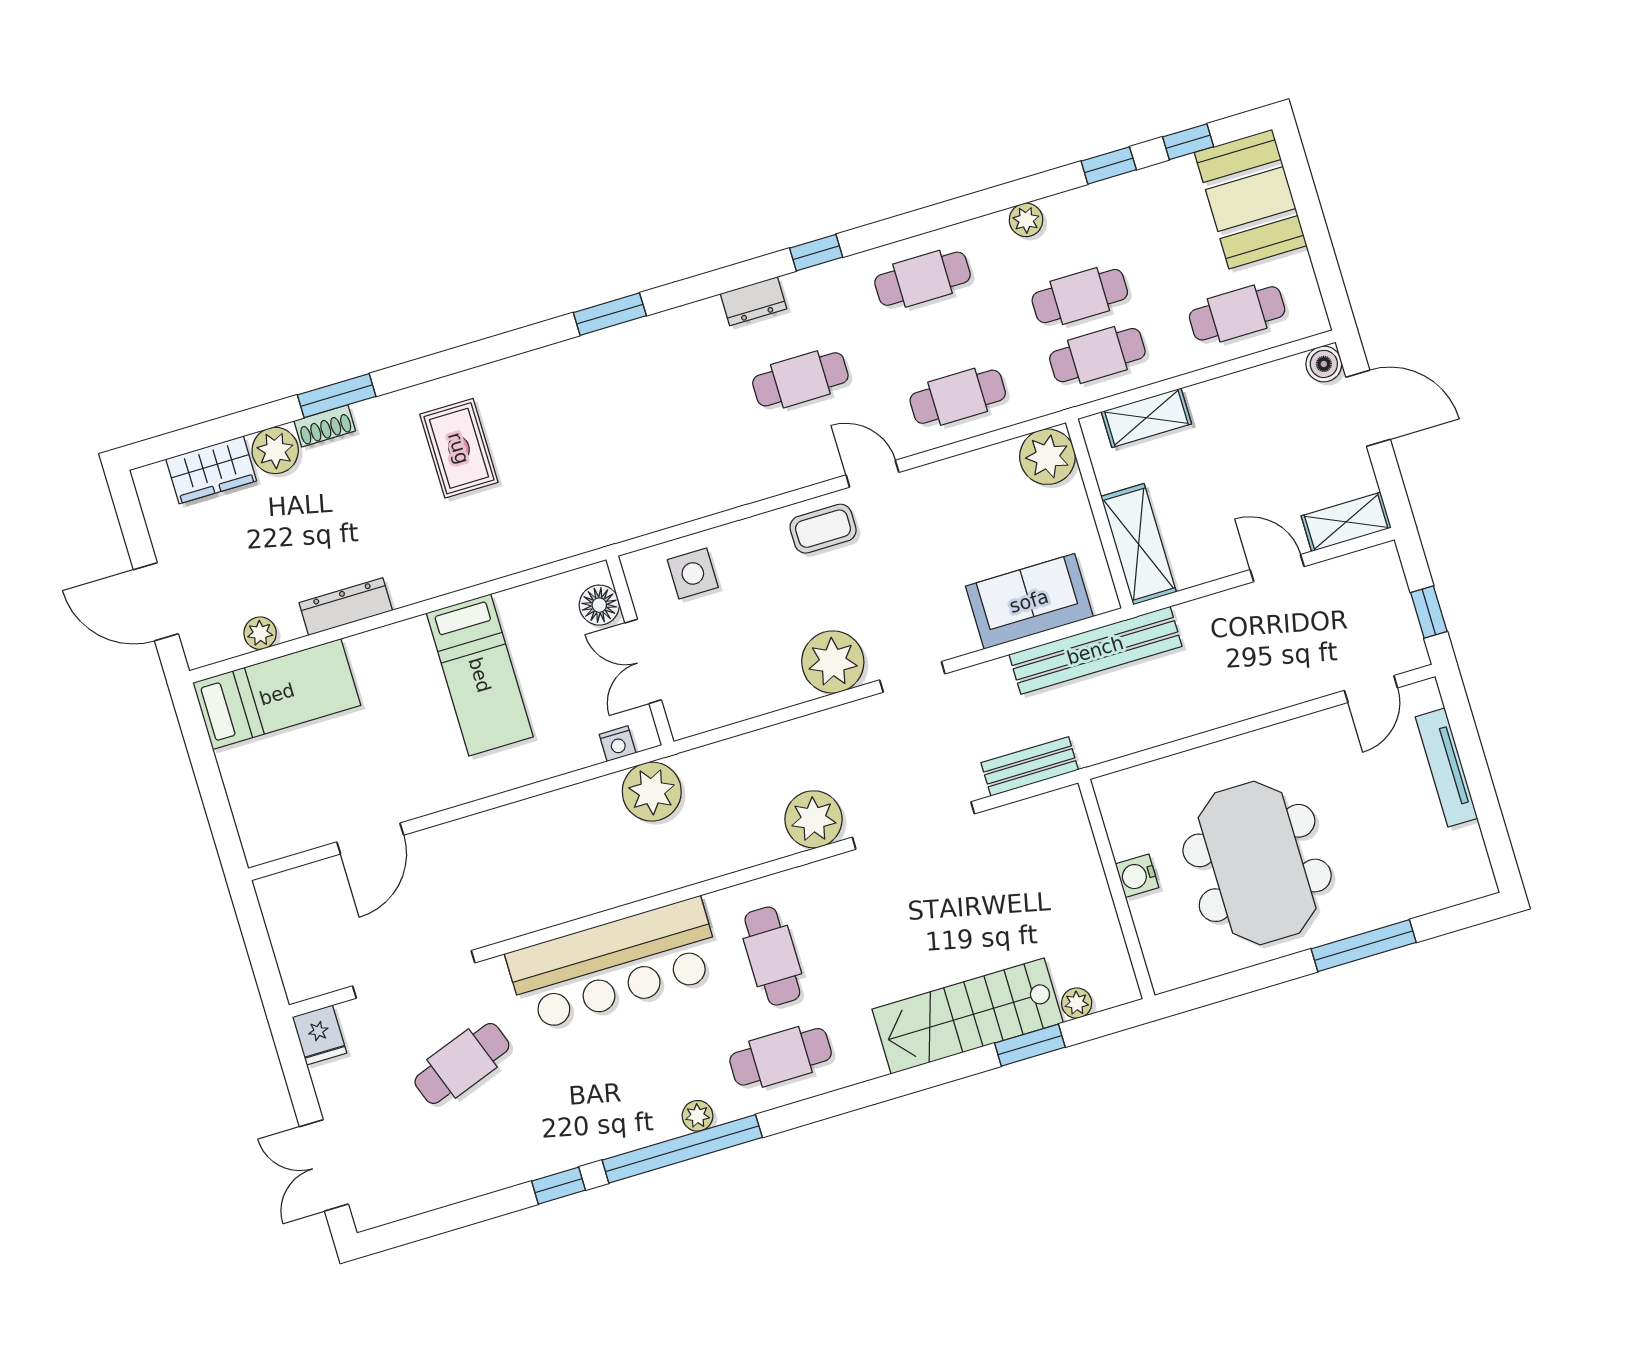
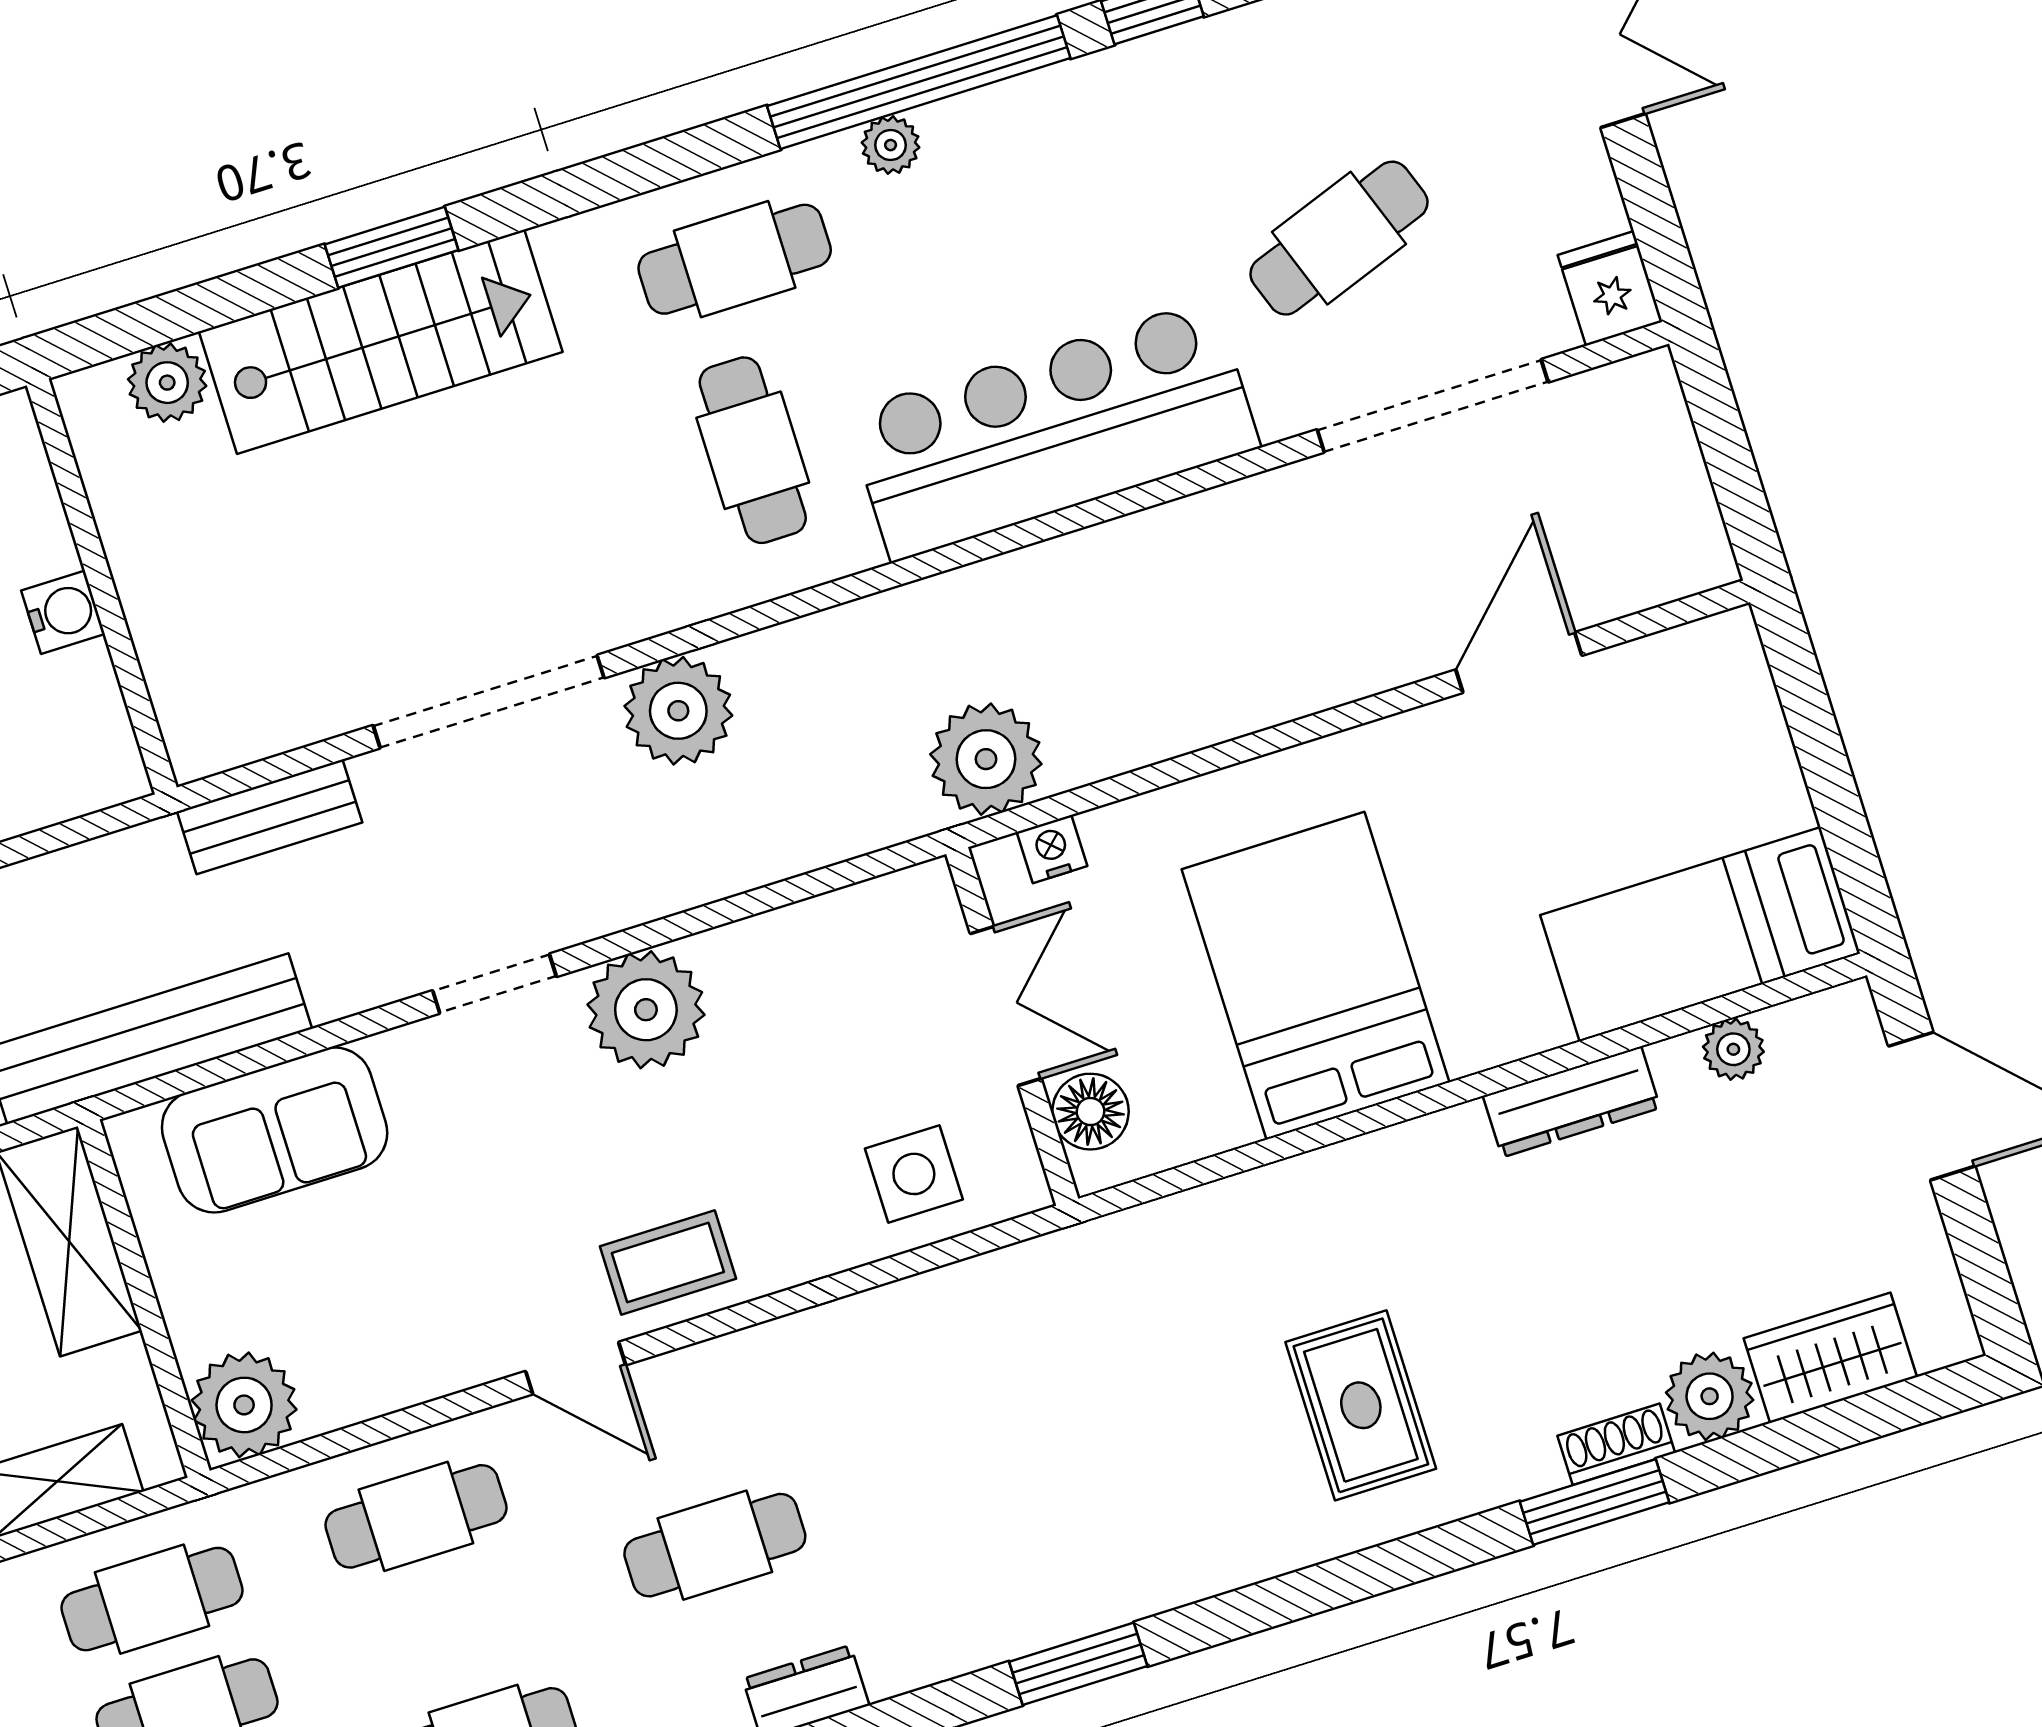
bed: (480, 675) -> (1315, 976), width x1.50
plant: (1077, 1003) -> (167, 383), width x1.38, depth x1.38
window: (1030, 1045) -> (392, 247), moved

